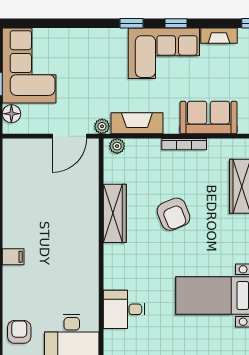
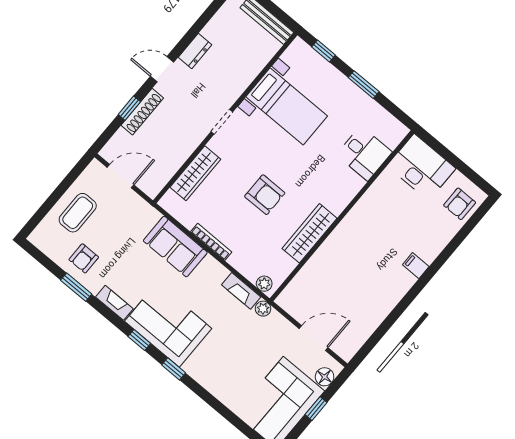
fireplace: (137, 123) -> (241, 291), width x0.73, depth x0.76
door: (69, 136) -> (314, 338), moved
armchair: (173, 214) -> (265, 195), turned 112

